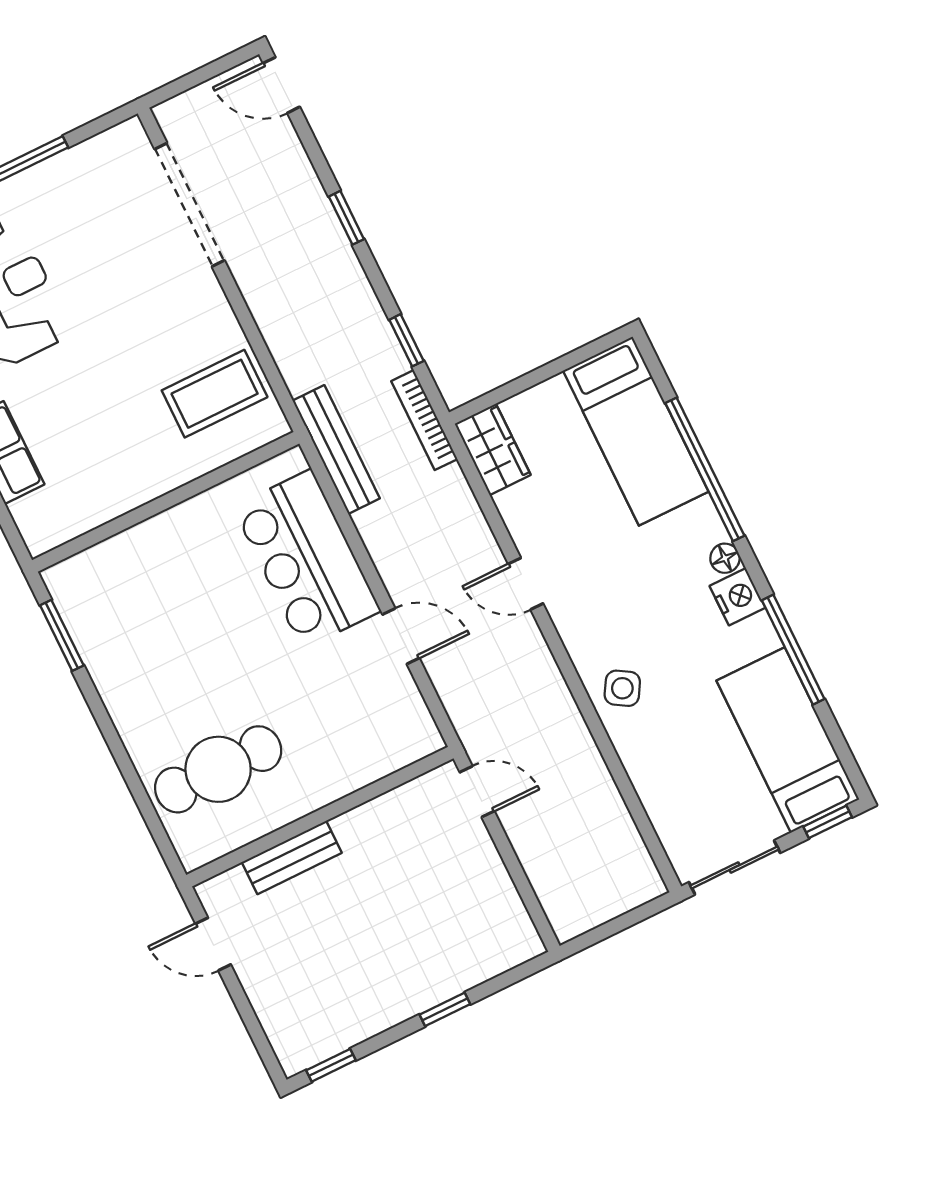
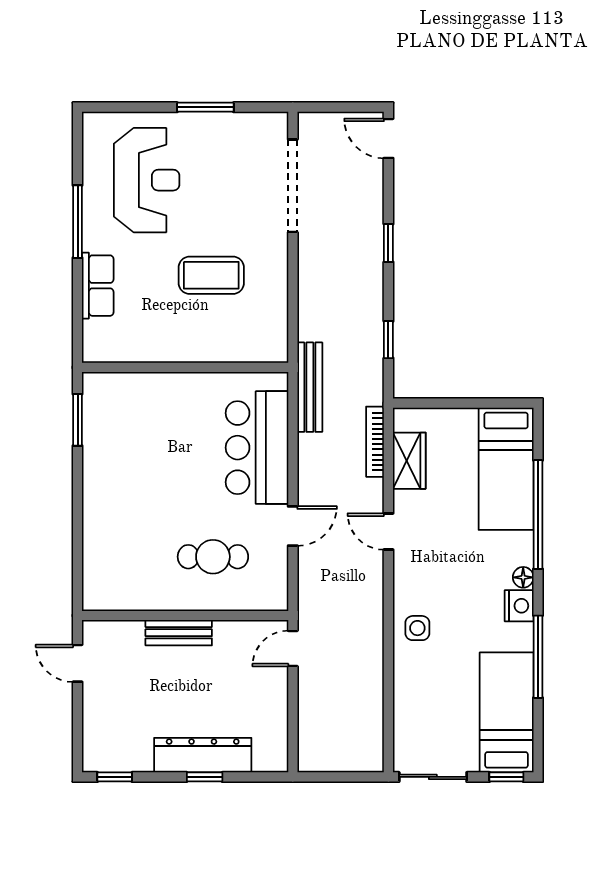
coffee table: (215, 394) -> (211, 275), moved
bookcase: (424, 420) -> (375, 442), moved
wardrobe: (493, 449) -> (409, 461), moved
door: (401, 636) -> (293, 526), hinge flipped
side table: (622, 688) -> (417, 628), turned -31
cafe table: (218, 769) -> (213, 557), moved, width x0.73, depth x0.74
door: (477, 792) -> (293, 649), swing flipped
bench: (292, 858) -> (179, 633), moved
dresser: (429, 983) -> (203, 755), added

